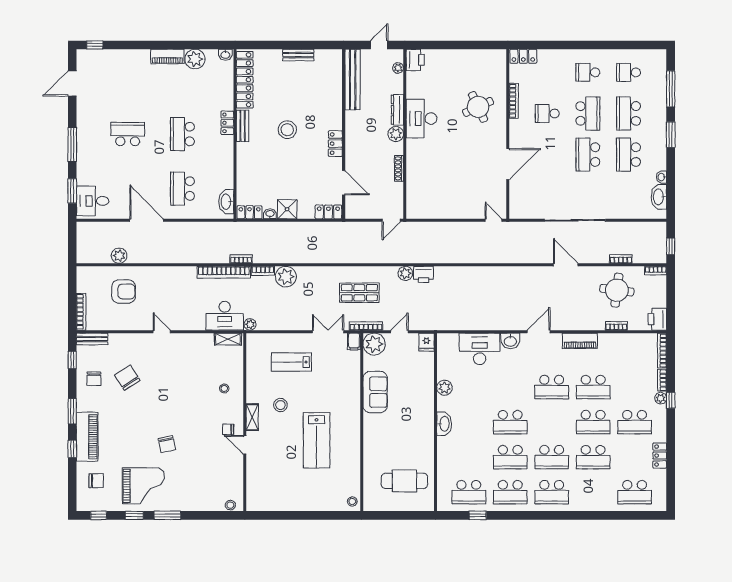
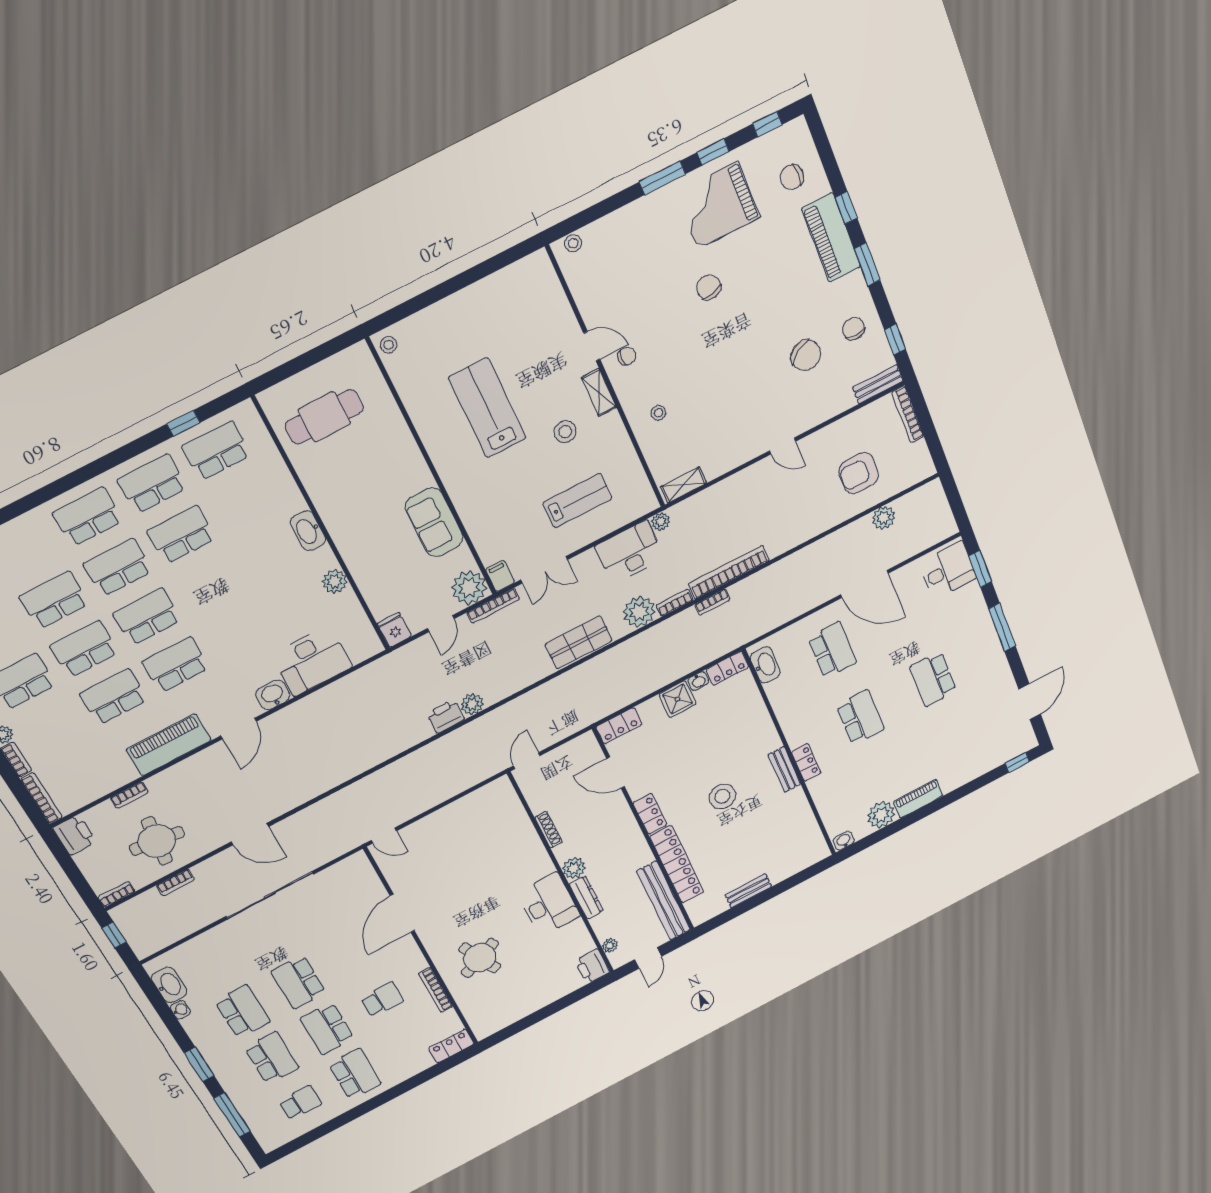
school desk: (588, 72) -> (355, 1074), width x1.85
locker: (245, 80) -> (677, 864), moved, turned 180
school desk: (128, 134) -> (933, 679), turned 90
school desk: (588, 155) -> (299, 982), turned 180
shop shelf: (359, 293) -> (579, 642), moved
desk: (225, 316) -> (630, 552), moved
piano: (580, 341) -> (169, 745), width x1.37, depth x1.33
school desk: (510, 422) -> (147, 617), moved

